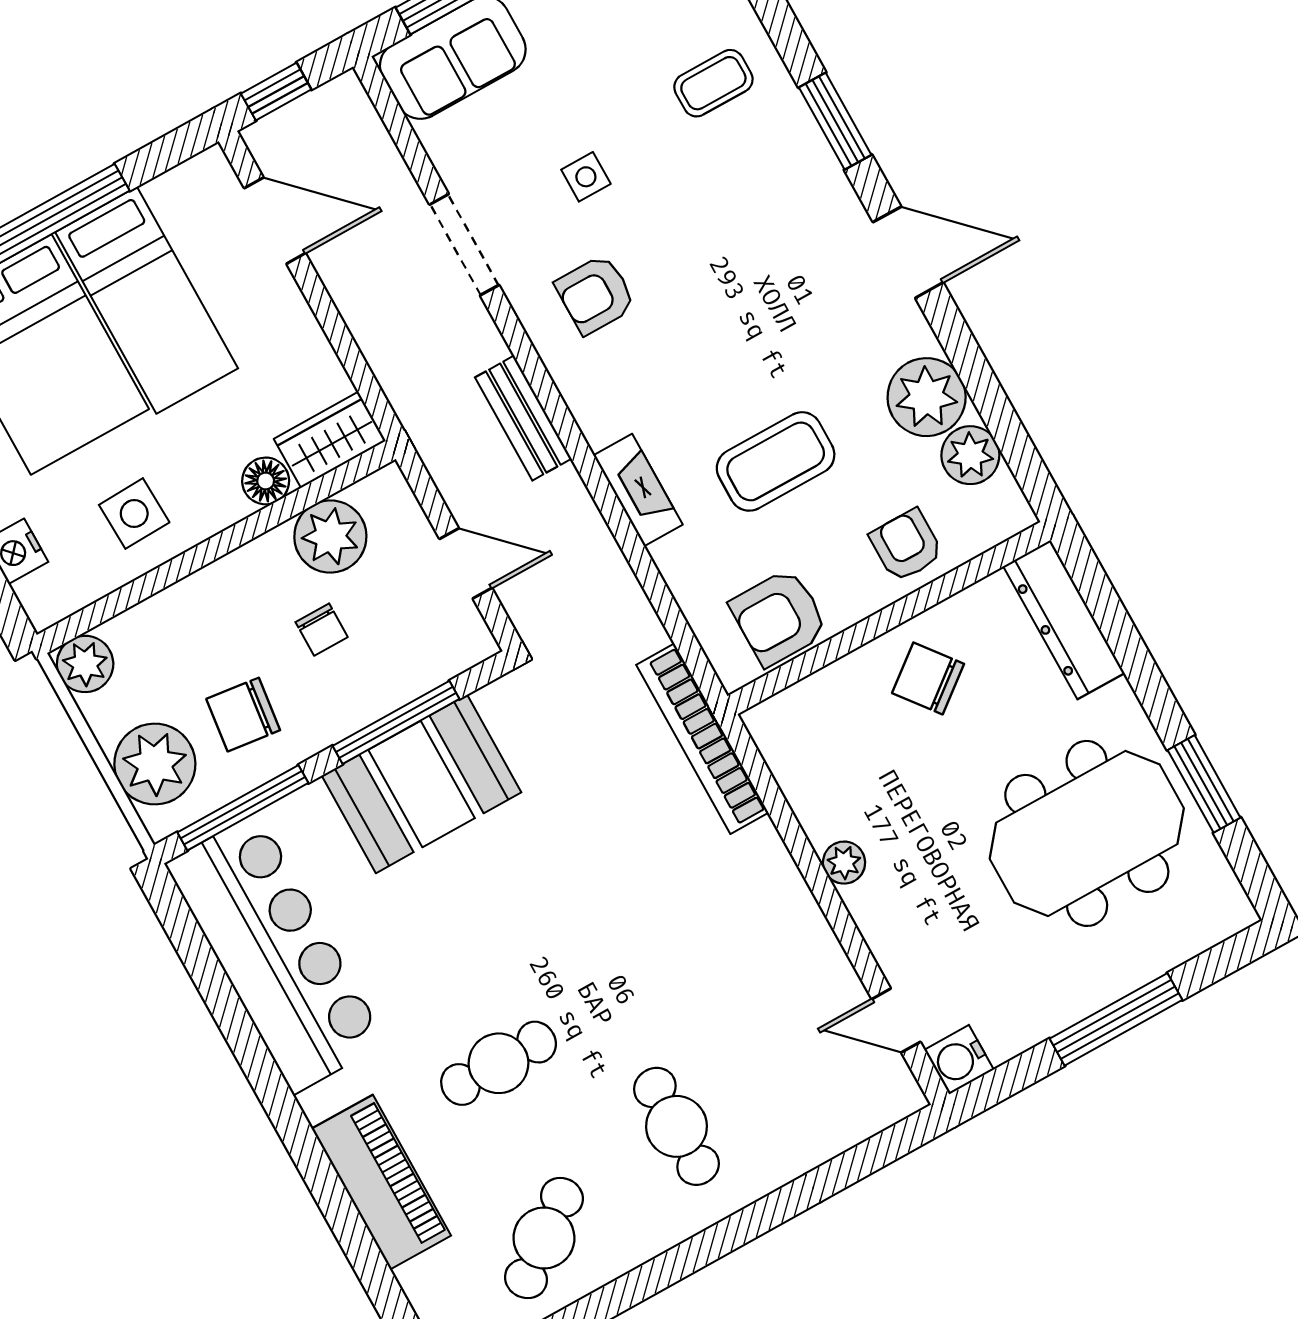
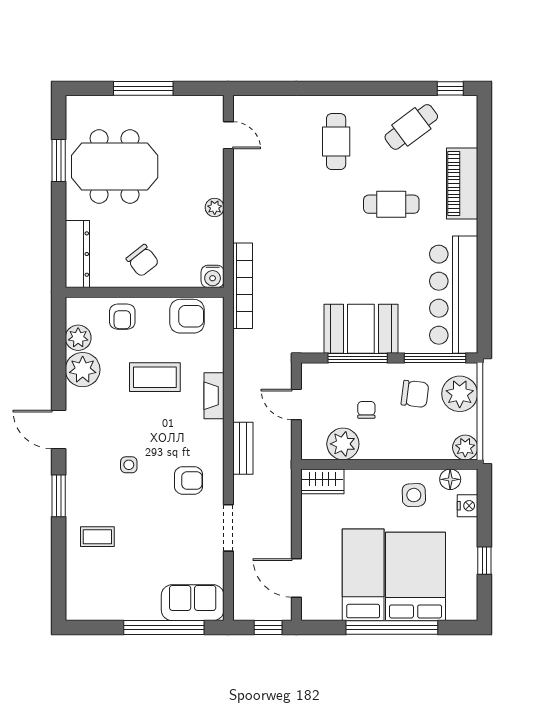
side table: (586, 177) -> (129, 465), moved
floor lamp: (266, 481) -> (450, 479), moved
water cooler: (959, 1060) -> (213, 276), moved, turned 90

